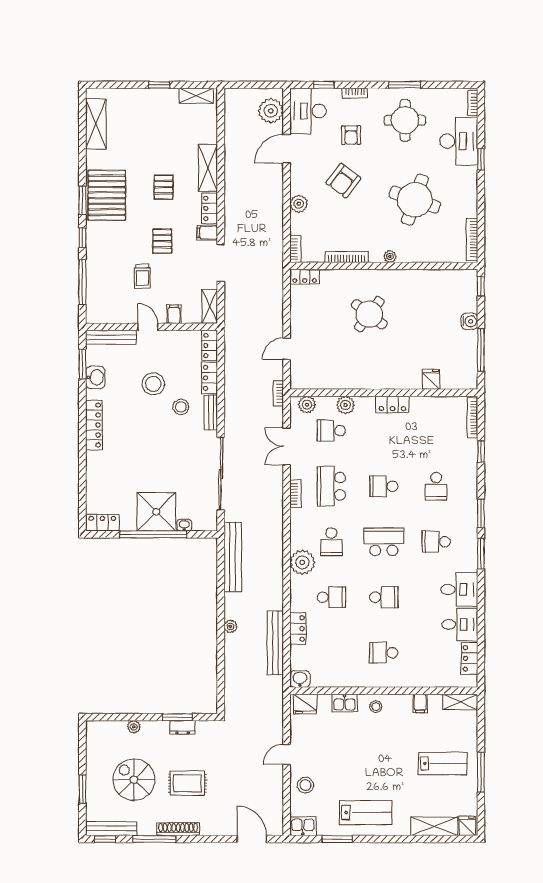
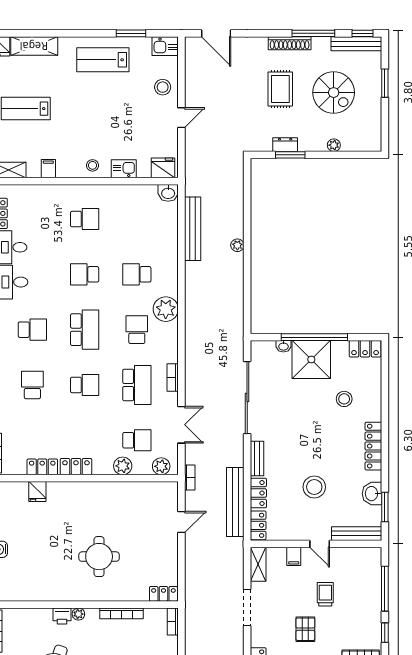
filing cabinet: (207, 233) -> (261, 638), removed
printer: (406, 255) -> (62, 616), added
round table: (369, 314) -> (99, 557), turned -37
stool: (181, 407) -> (344, 399), moved
school desk: (384, 542) -> (85, 330), turned -90
bench: (233, 557) -> (235, 502), moved
locker: (298, 629) -> (42, 467), moved, turned 90
rug: (187, 783) -> (280, 89), turned 90

